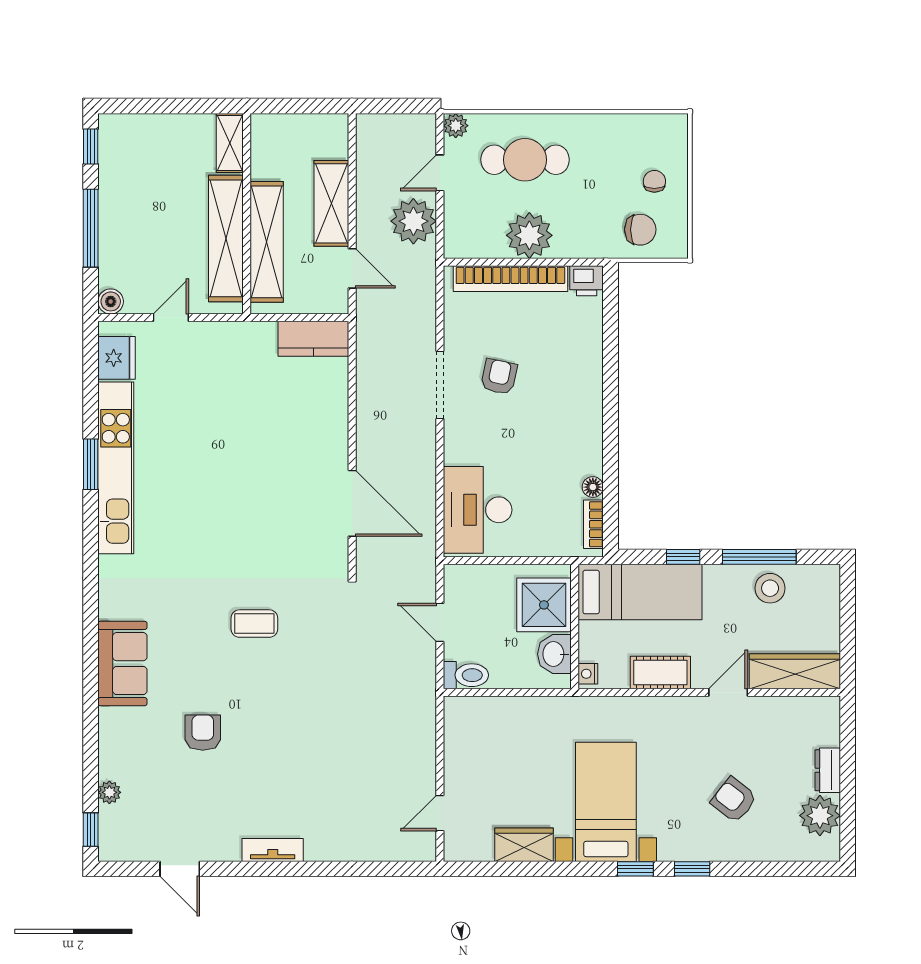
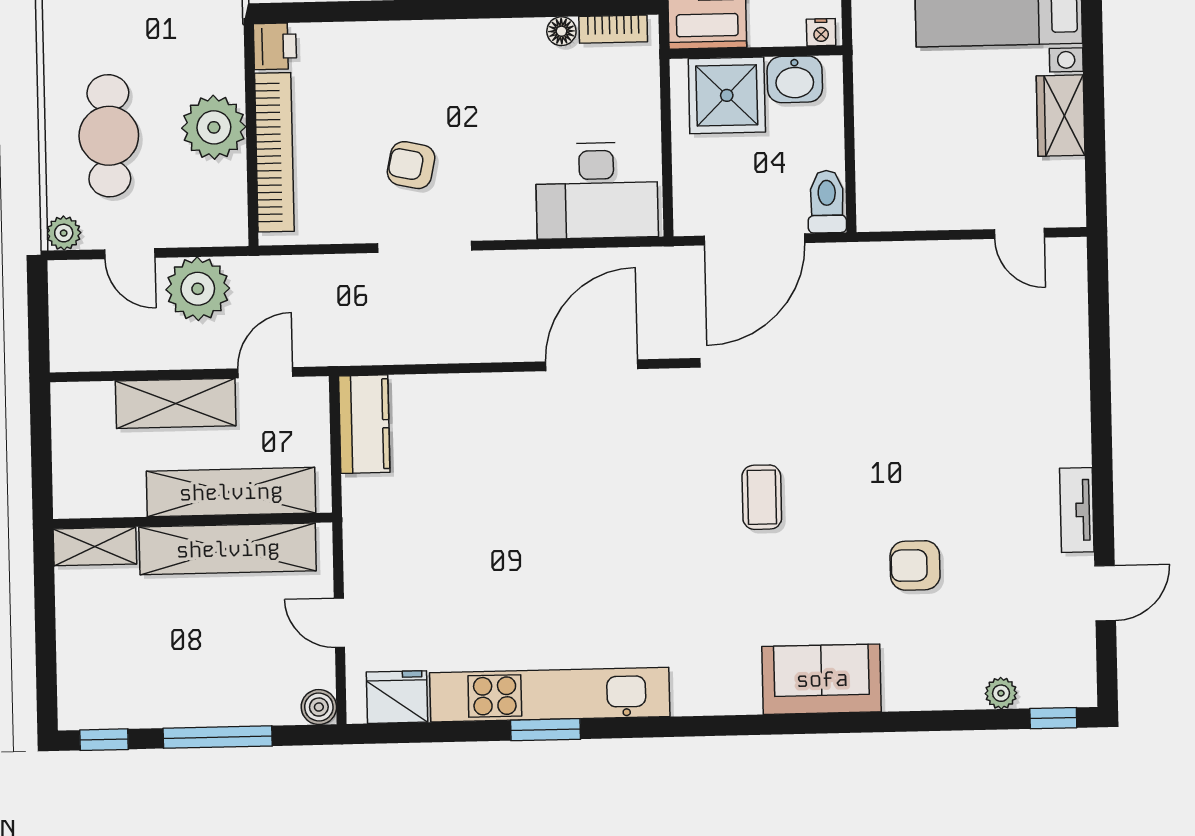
door: (440, 622) -> (754, 239), width x1.88
tv unit: (273, 850) -> (1077, 510), moved

